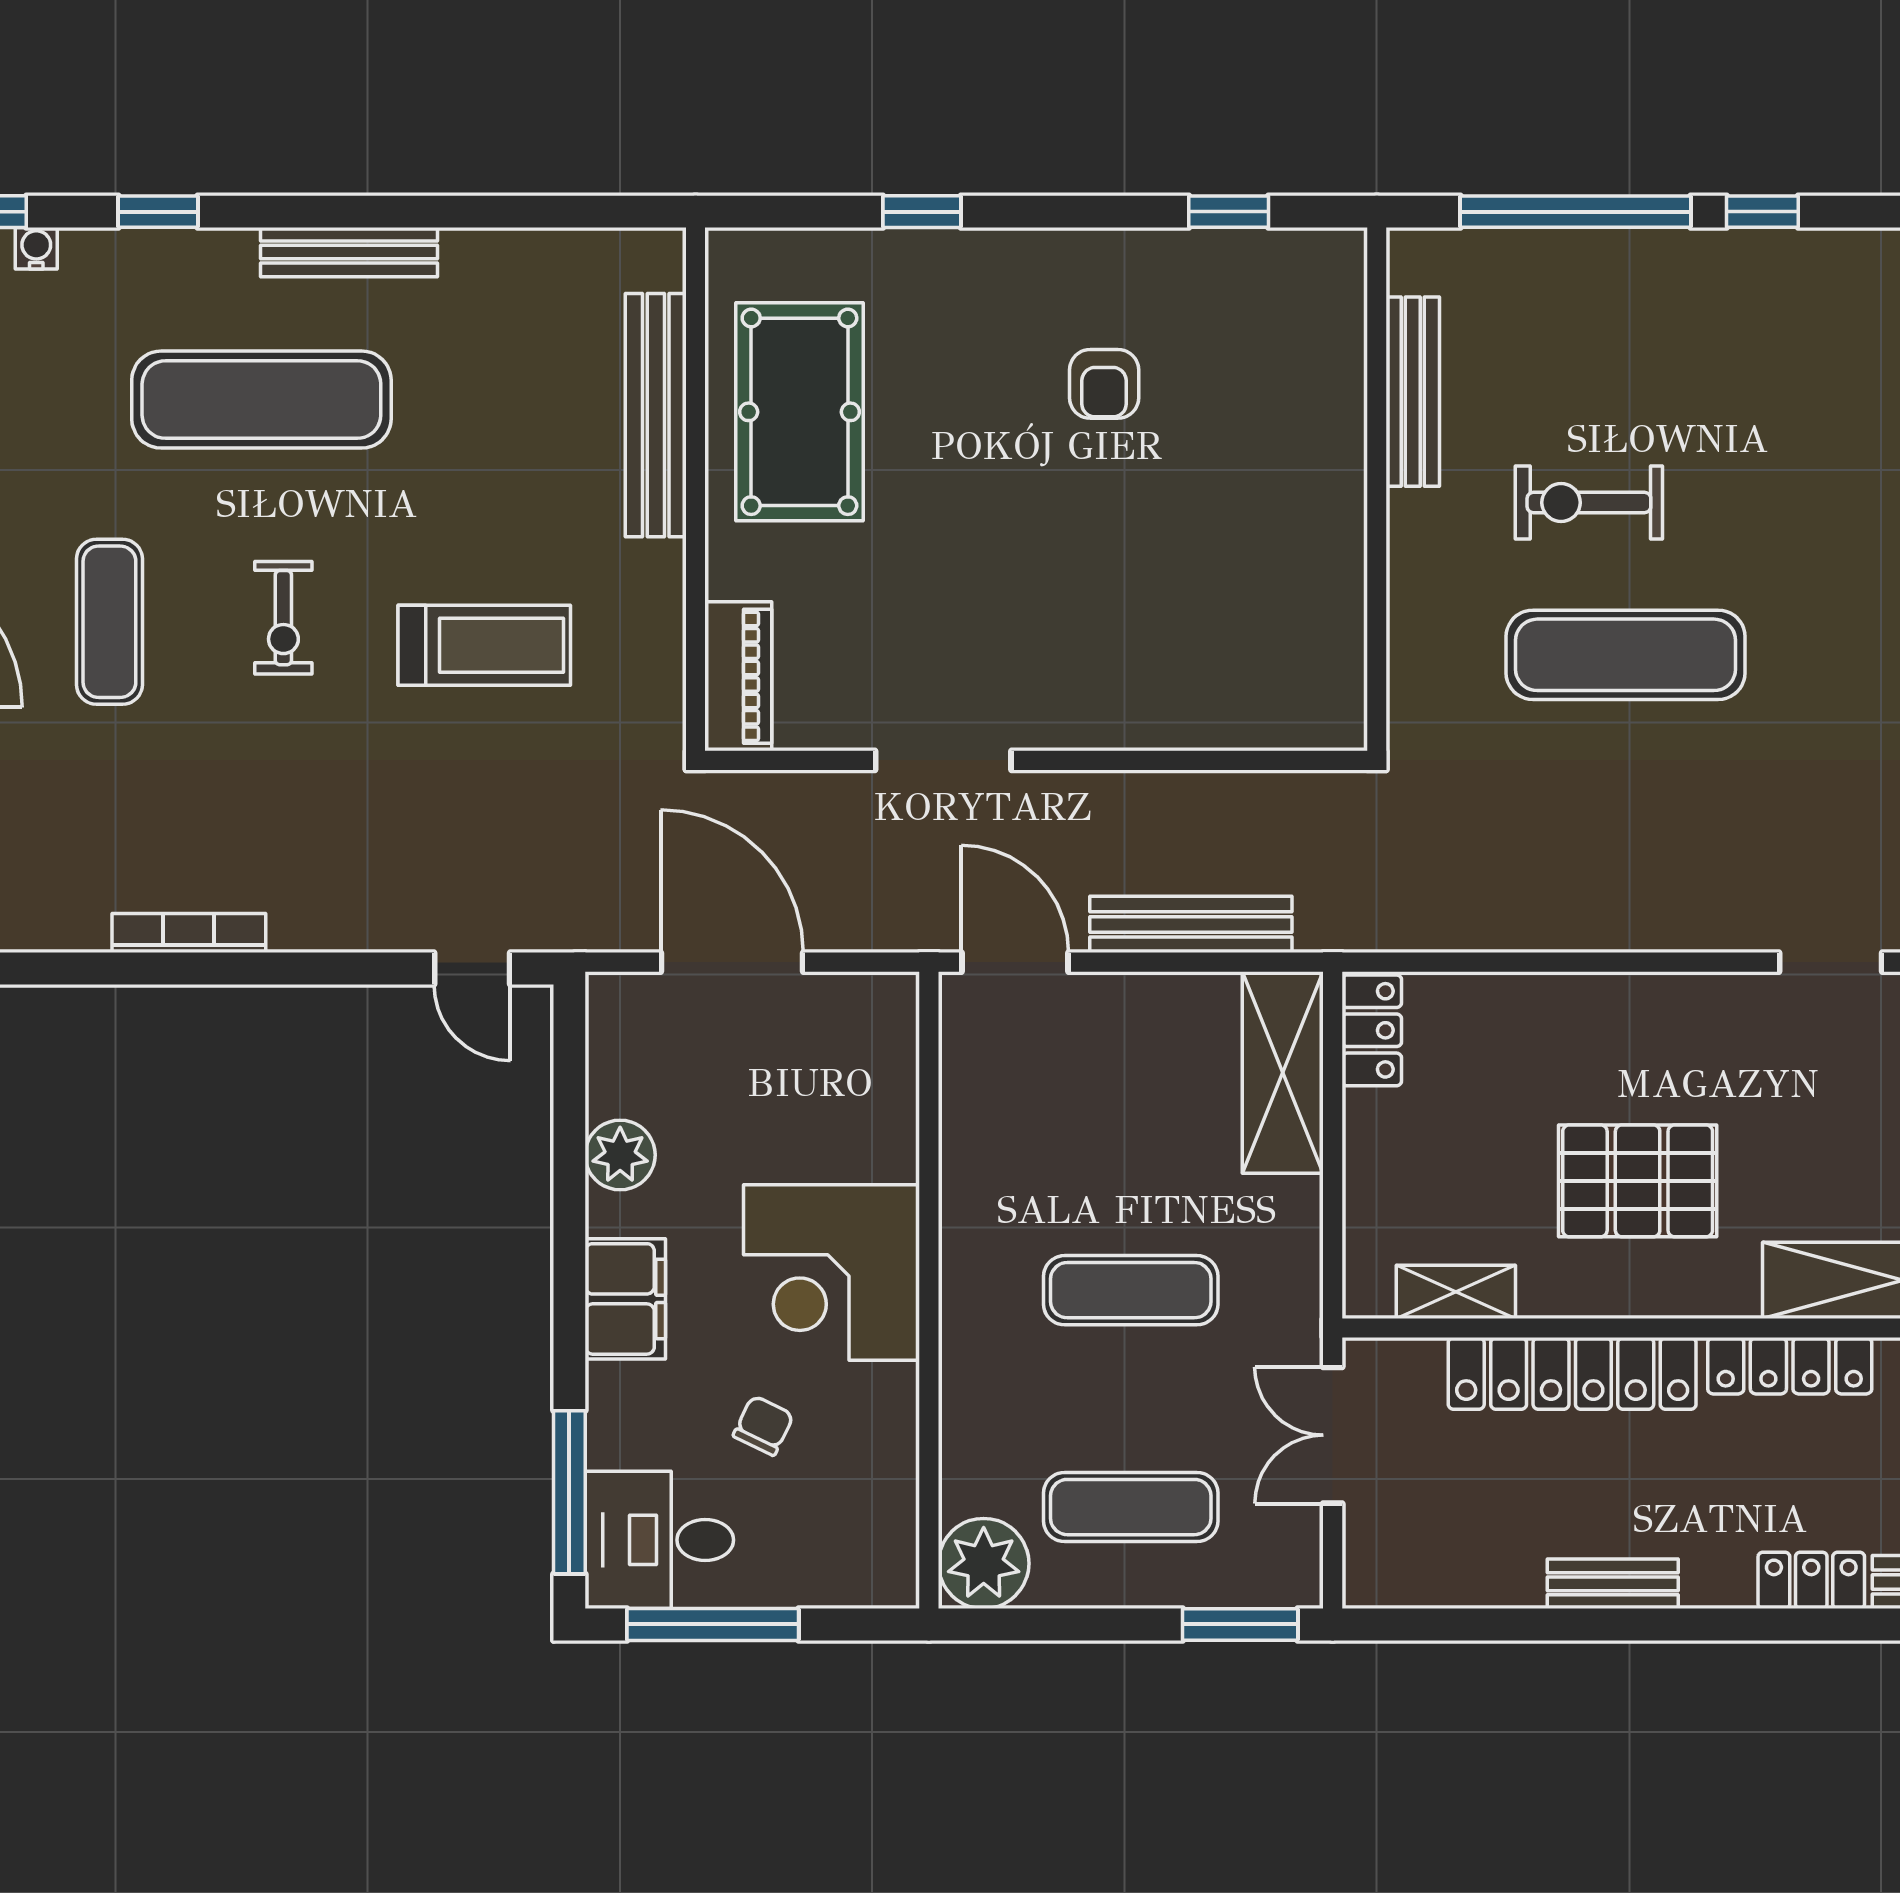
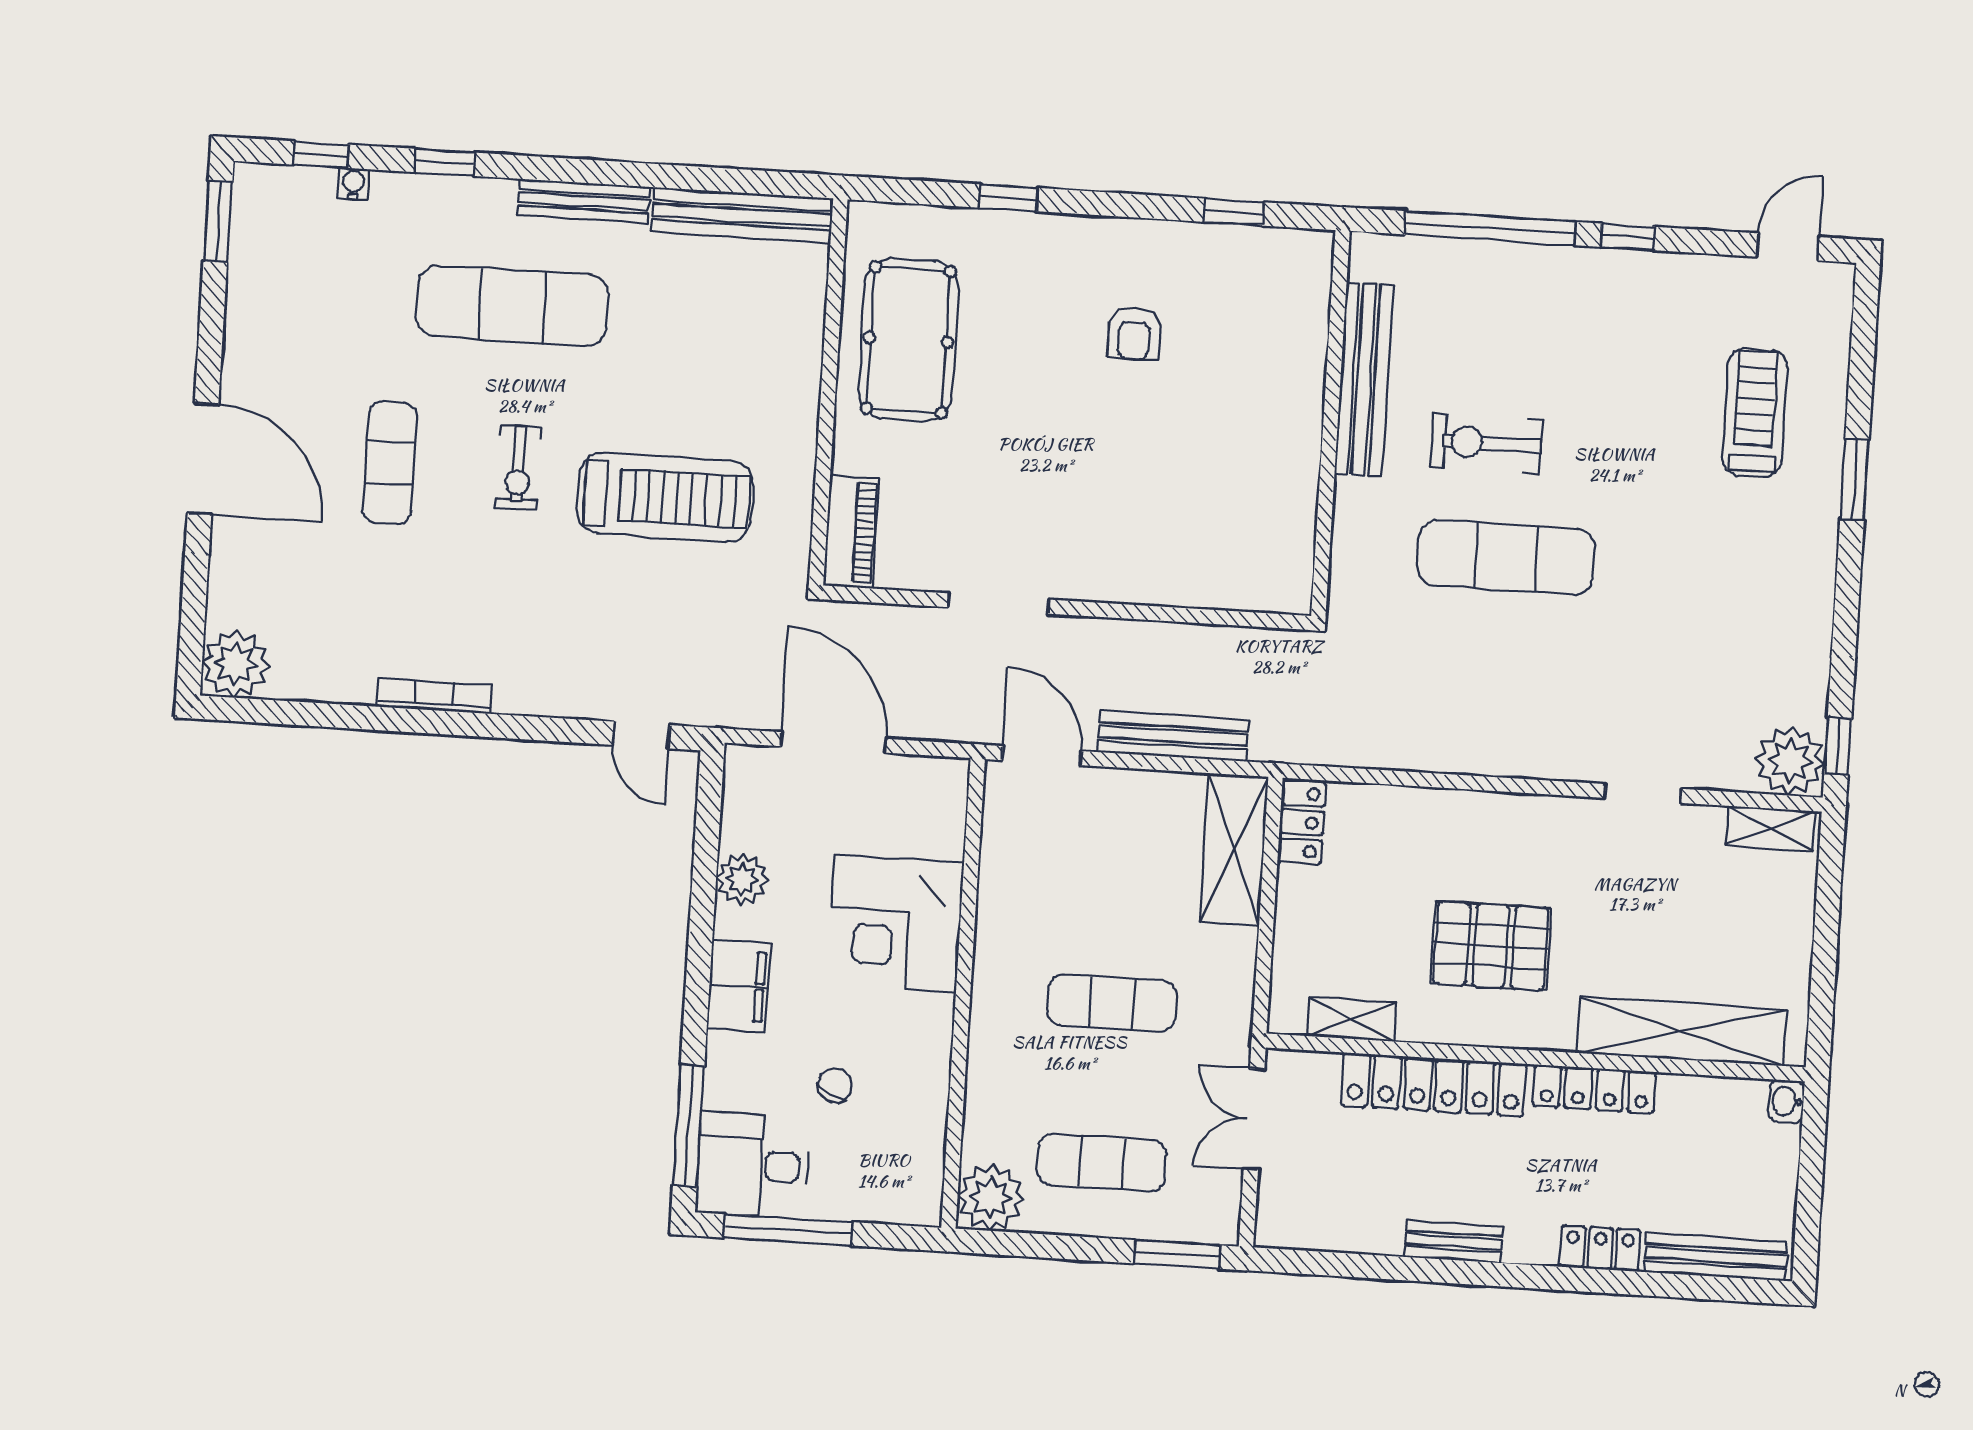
bench: (1413, 392) -> (1364, 379), width x1.37, depth x1.21
bench: (656, 415) -> (742, 215), moved, turned 90
treadmill: (484, 645) -> (665, 497), width x1.37, depth x1.38
corner desk: (831, 1272) -> (895, 924), moved

